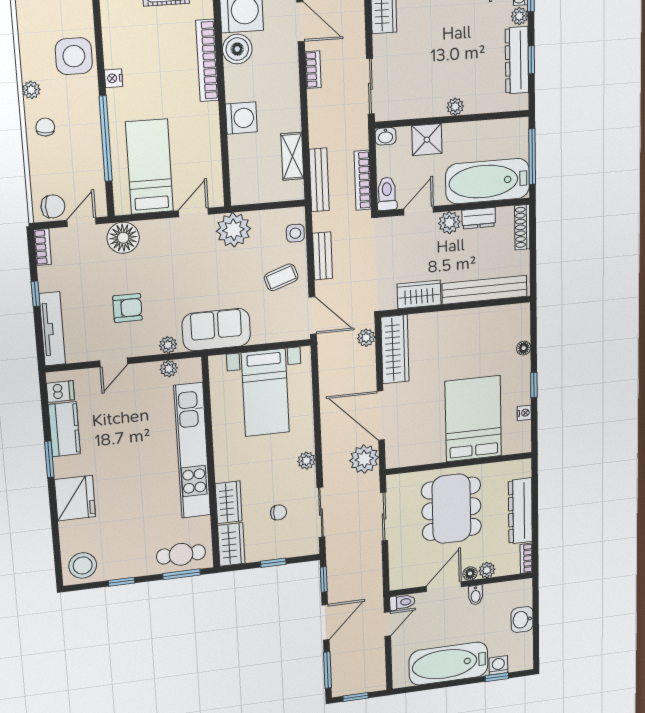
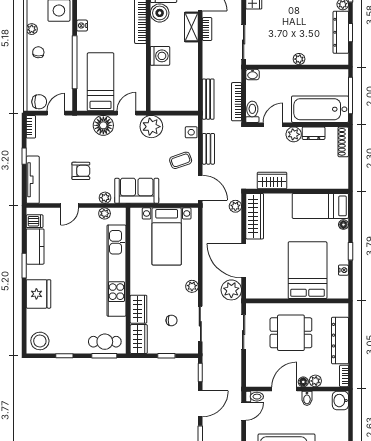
shower: (427, 140) -> (280, 79), removed
shelving: (292, 156) -> (191, 27), moved
floor lamp: (123, 238) -> (103, 125), moved
bench: (485, 290) -> (317, 182), removed
bed: (490, 325) -> (320, 206), added
dining table: (451, 509) -> (291, 333), width x0.73
washbasin: (522, 620) -> (340, 401), moved

